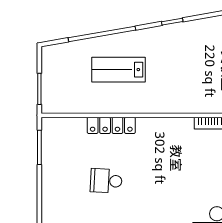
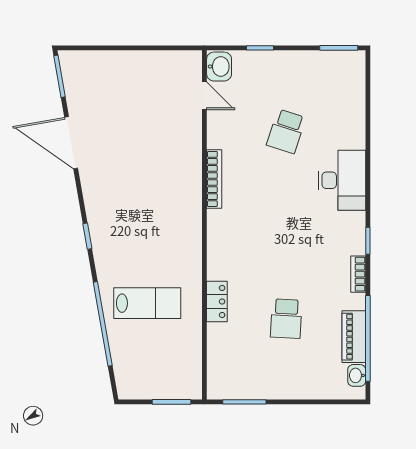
lab bench: (119, 70) -> (147, 303), turned -90
locker: (111, 125) -> (217, 301), width x0.66

